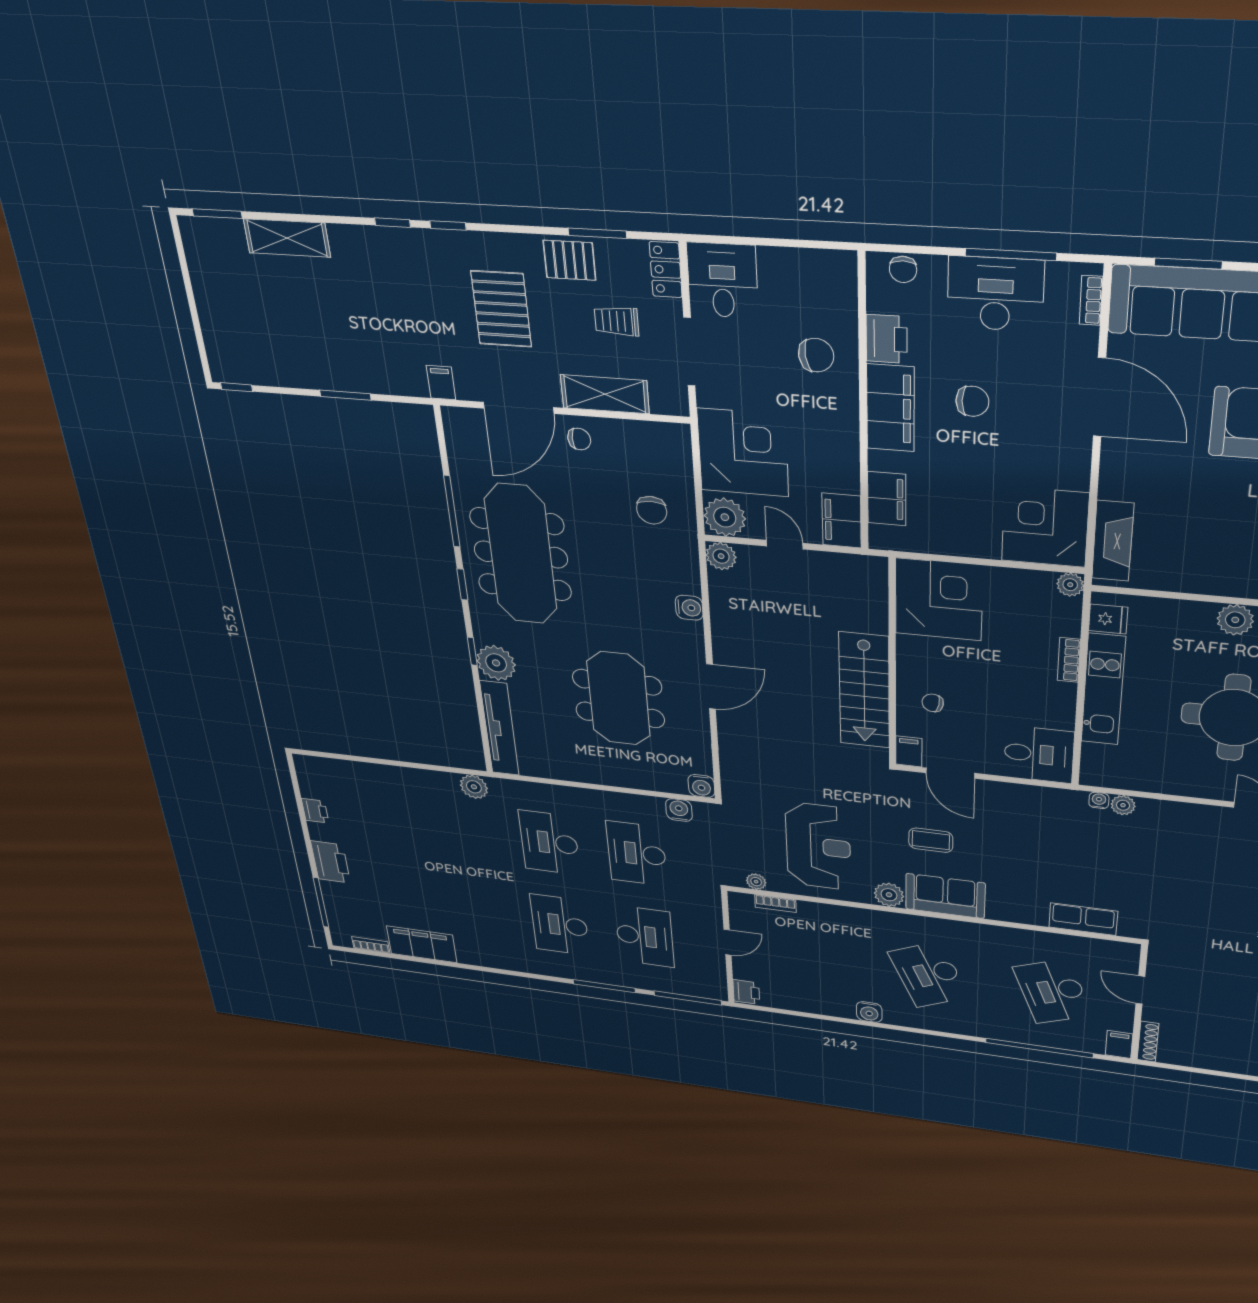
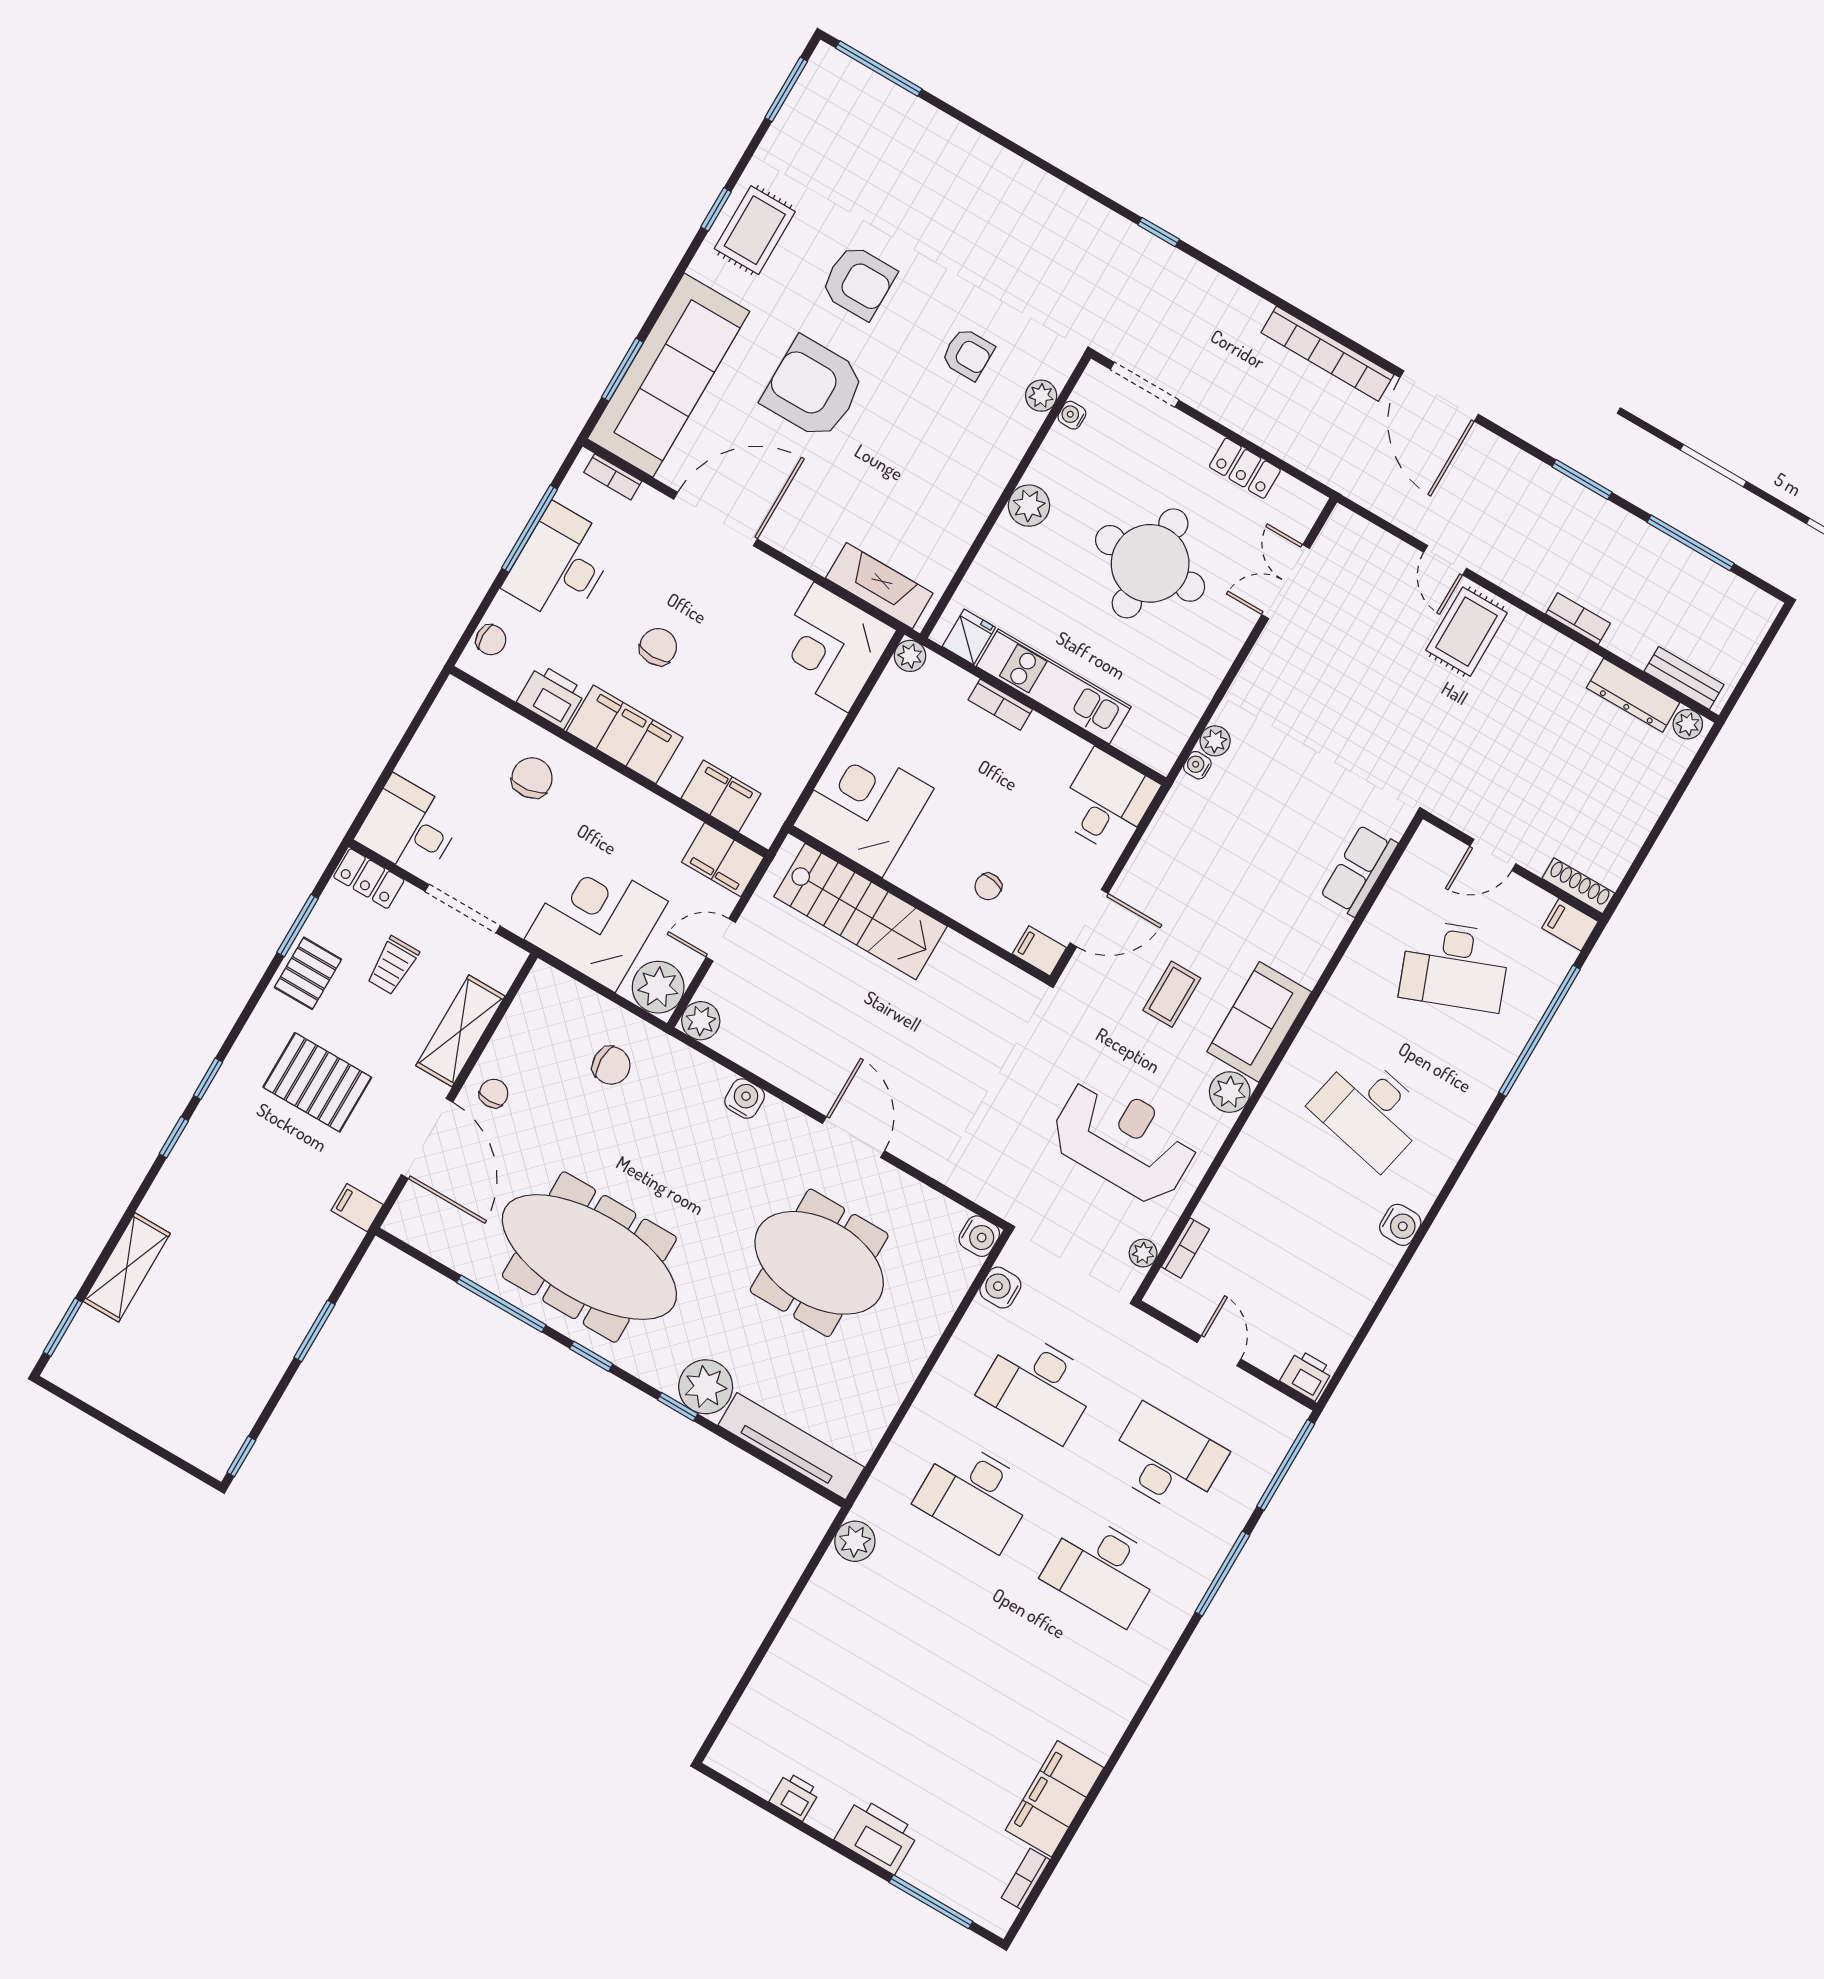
stairs: (864, 690) -> (860, 911), moved
desk: (929, 975) -> (1370, 1111), turned 36

